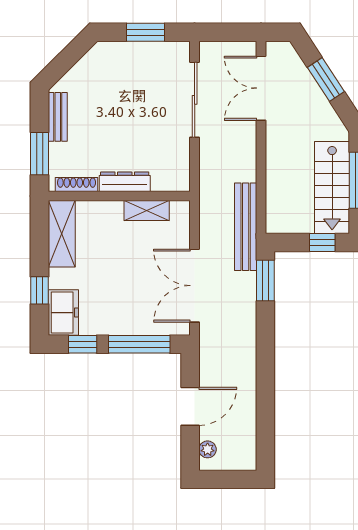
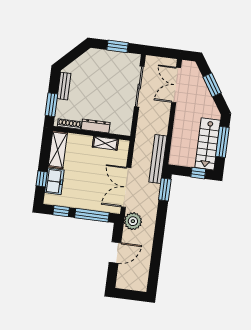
freezer: (63, 313) -> (54, 181), moved
plant: (208, 449) -> (133, 221), moved, width x1.88, depth x1.88

